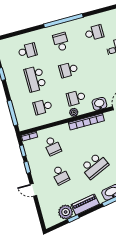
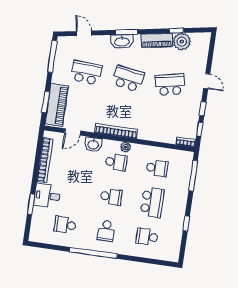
school desk: (53, 146) -> (165, 120), removed
school desk: (95, 166) -> (128, 79), turned 33
school desk: (60, 175) -> (170, 85), width x1.85

